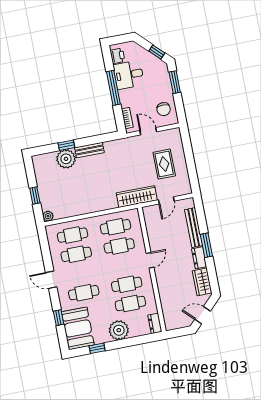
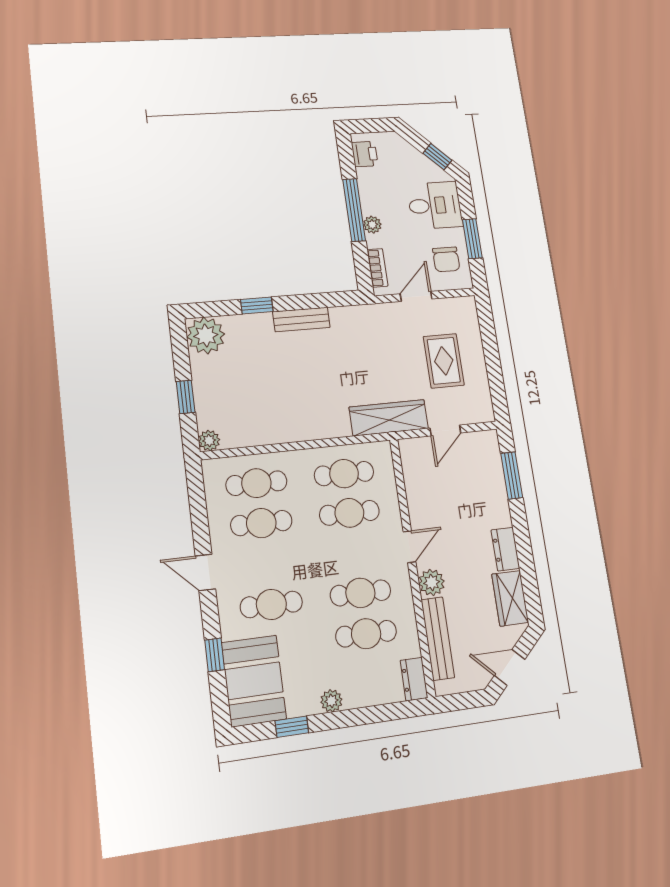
desk: (129, 75) -> (435, 205), moved, turned 180
window: (175, 82) -> (472, 239), moved
plant: (123, 95) -> (372, 225), added
door: (148, 131) -> (416, 296), hinge flipped
plant: (66, 159) -> (206, 336), moved
bench: (194, 228) -> (438, 639), moved
window: (206, 245) -> (512, 476), moved
plant: (162, 277) -> (432, 582), added
plant: (119, 330) -> (331, 701), width x0.53, depth x0.53

